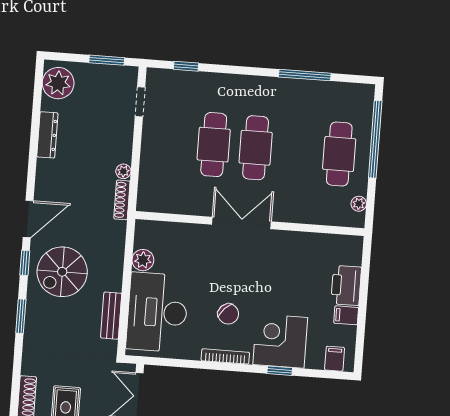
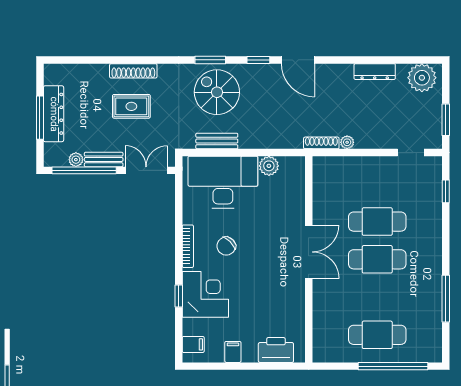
plant: (359, 204) -> (334, 356), removed
spiral stairs: (62, 272) -> (217, 92), moved
printer: (346, 285) -> (276, 350), moved

